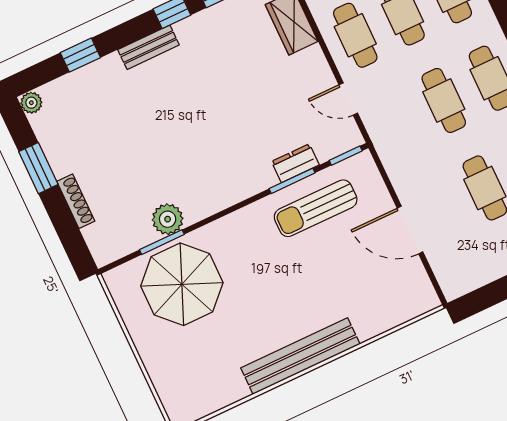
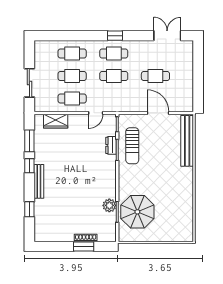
bench: (148, 47) -> (39, 181), width x1.36
plant: (31, 103) -> (39, 237), removed
window: (38, 168) -> (84, 246), moved
door: (410, 230) -> (158, 113), swing flipped
bench: (300, 356) -> (187, 141), moved

